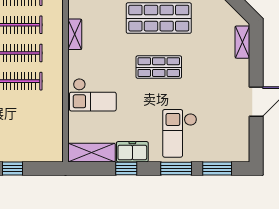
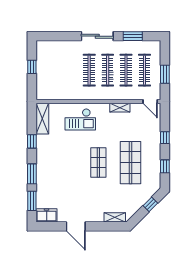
checkout: (93, 95) -> (80, 119), turned -90
checkout: (180, 133) -> (55, 176), removed
freezer: (132, 152) -> (47, 215), moved, turned -90

